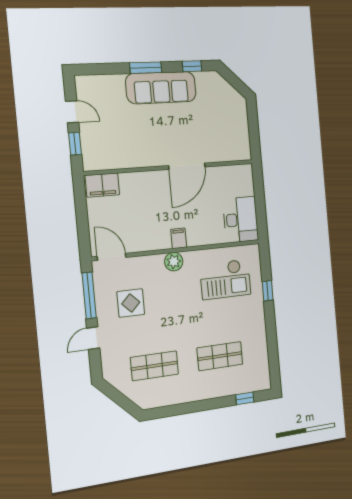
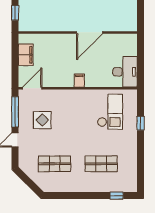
filing cabinet: (102, 185) -> (26, 55), moved, turned -90
door: (112, 257) -> (32, 88), hinge flipped
plant: (174, 262) -> (74, 96), removed
checkout: (225, 279) -> (110, 112), turned -90

